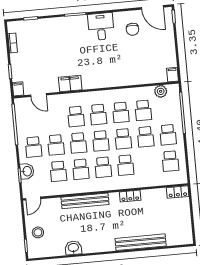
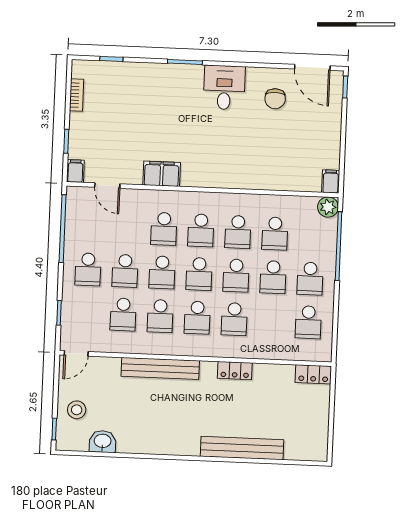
plant: (161, 91) -> (328, 207), moved
washbasin: (27, 171) -> (72, 307), removed
washbasin: (73, 248) -> (103, 441), moved

